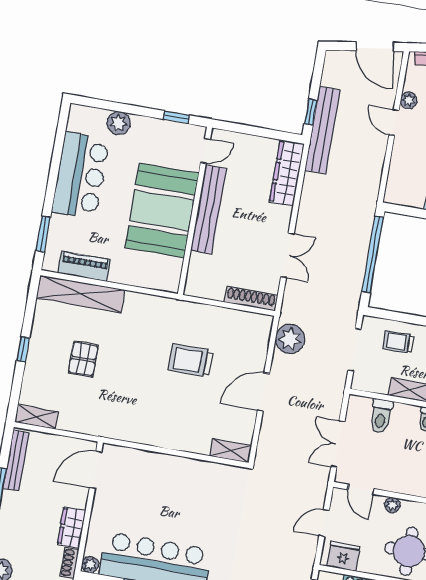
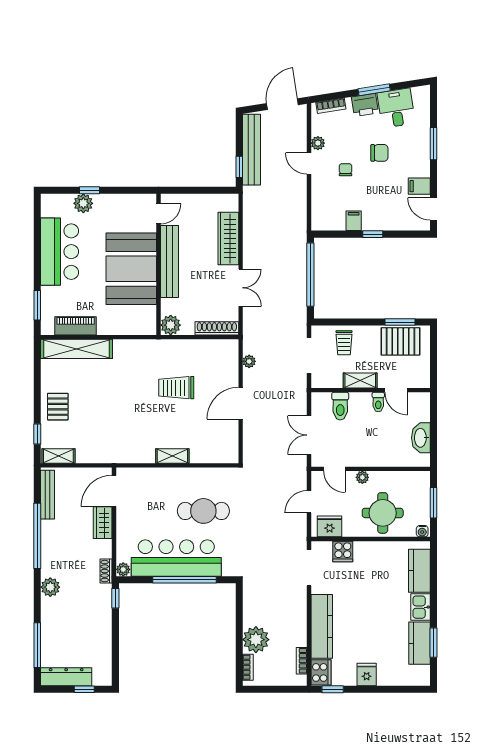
door: (375, 47) -> (282, 104), swing flipped
window: (176, 117) -> (90, 190), moved
bench: (322, 130) -> (251, 150), moved
wardrobe: (287, 173) -> (228, 239), moved
plant: (197, 285) -> (171, 325), added
plant: (290, 339) -> (249, 361), width x0.53, depth x0.53
trolley: (398, 342) -> (344, 343), turned -90
window: (23, 349) -> (37, 434), moved
pallet: (83, 359) -> (58, 407), moved
shelving: (231, 451) -> (172, 456), moved
cafe table: (197, 512) -> (203, 511), added
wardrobe: (72, 527) -> (103, 523), moved

